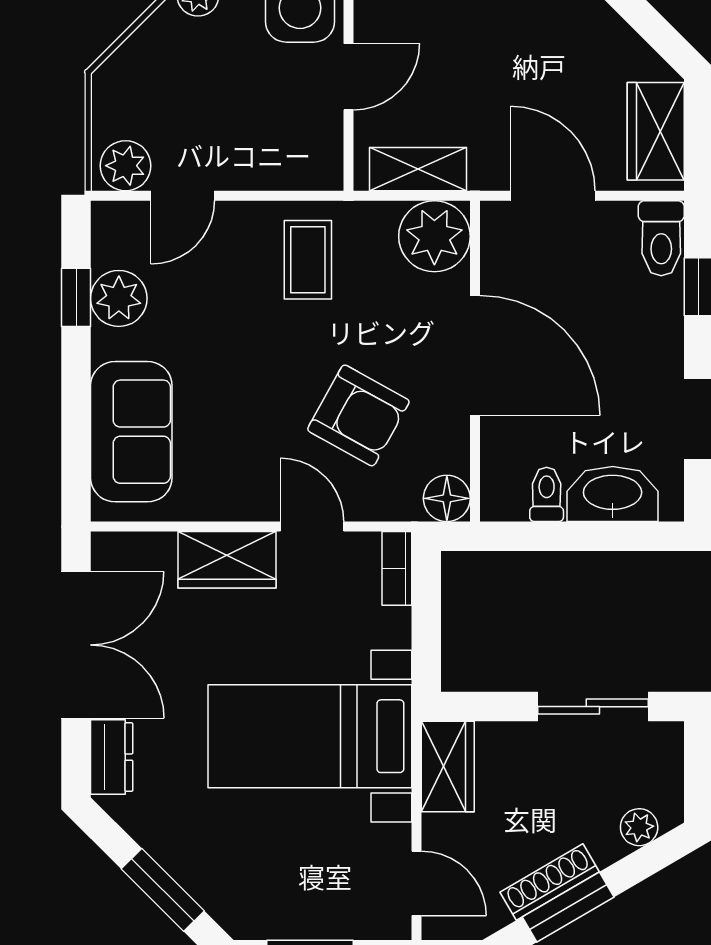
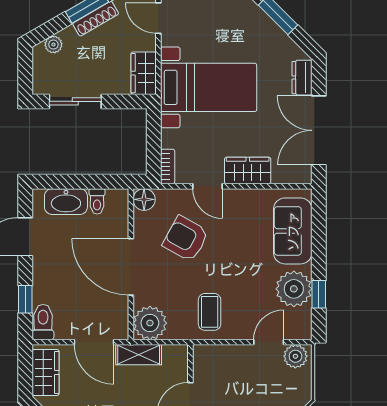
shelving: (418, 169) -> (139, 355), moved
plant: (119, 298) -> (294, 289), width x1.36, depth x1.36

